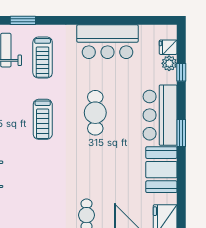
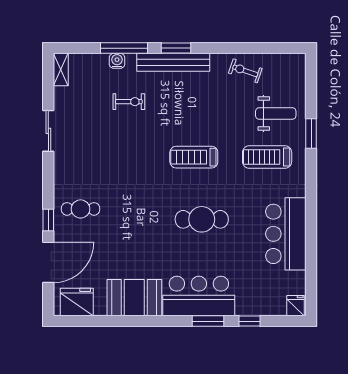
fridge: (168, 47) -> (296, 306), moved
plant: (169, 63) -> (260, 307), removed
window: (181, 133) -> (208, 321), moved

